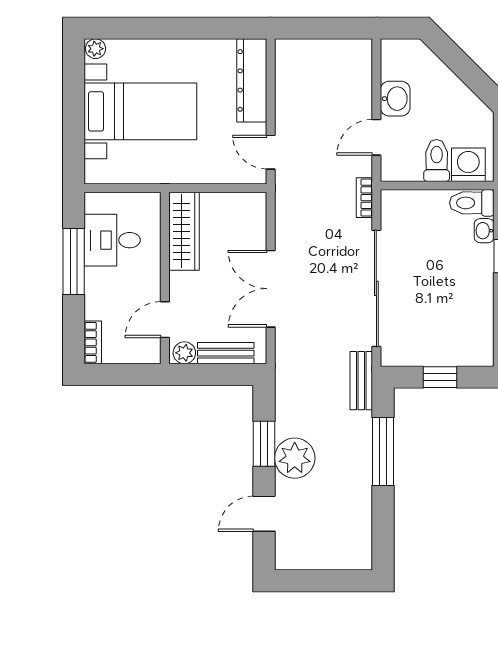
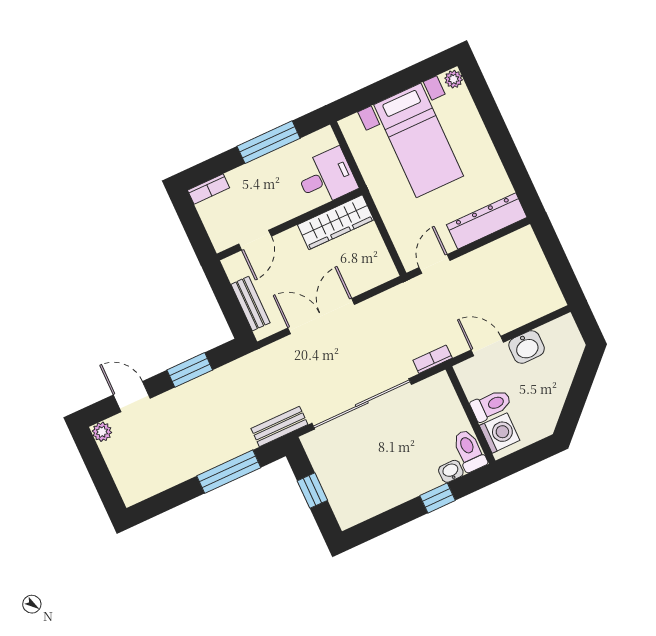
desk: (112, 240) -> (326, 177), moved, turned 90
door: (165, 320) -> (255, 240), swing flipped
plant: (184, 353) -> (235, 269), removed
plant: (295, 458) -> (102, 432), moved, width x0.53, depth x0.53

